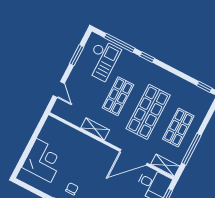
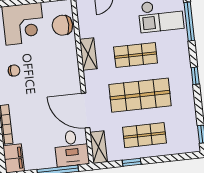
window: (147, 57) -> (195, 76), moved
chair: (63, 134) -> (62, 25), added
window: (191, 149) -> (132, 162), width x0.46

